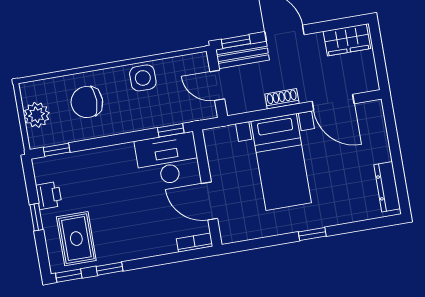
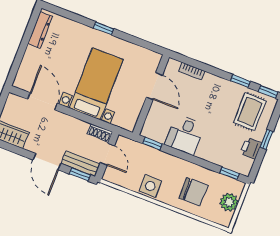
shoe rack: (282, 99) -> (100, 133), moved
desk: (167, 159) -> (185, 135), moved, width x0.73
bookcase: (195, 243) -> (192, 71), moved

